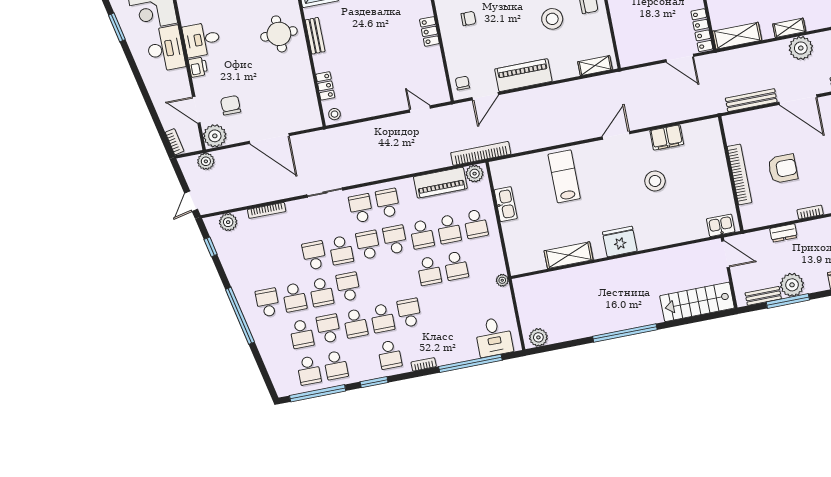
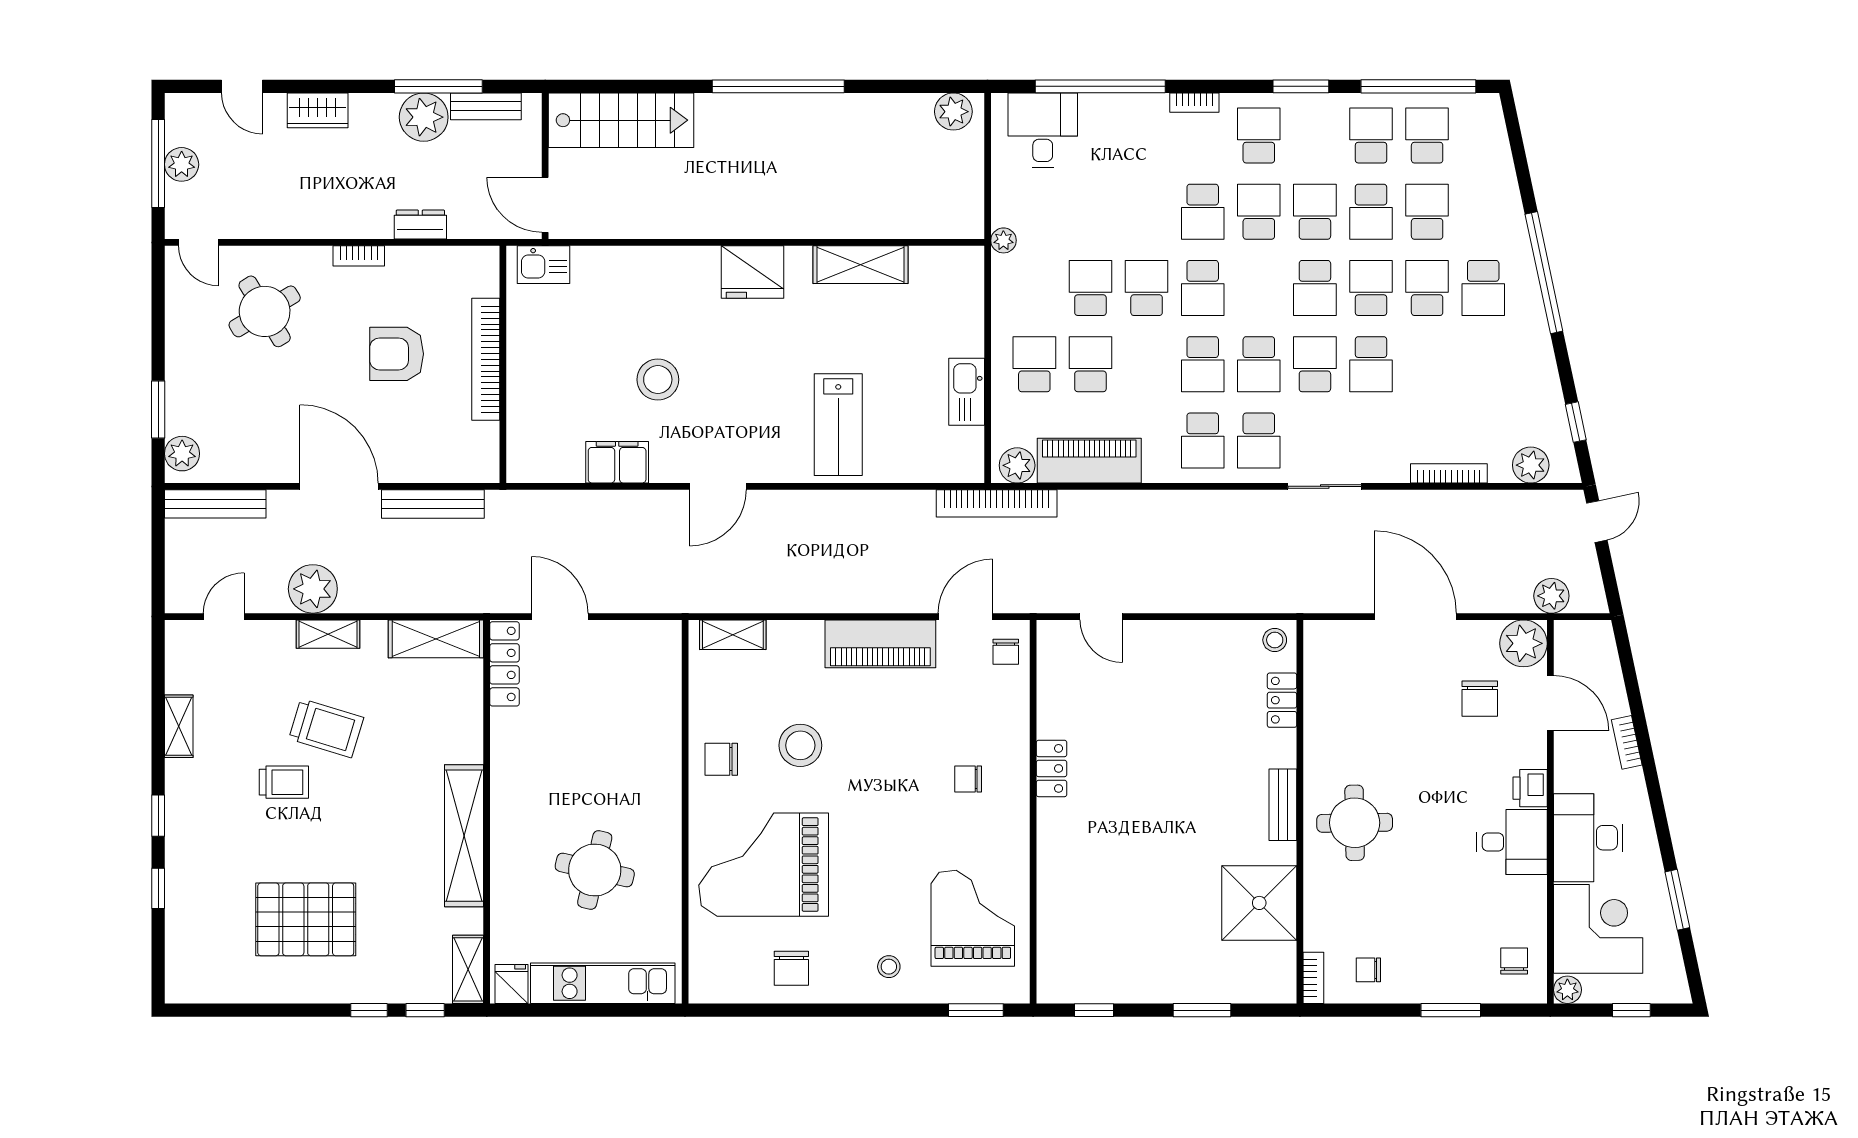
bookcase: (175, 142) -> (1627, 742), moved
school desk: (422, 234) -> (1203, 288), moved, turned 180

